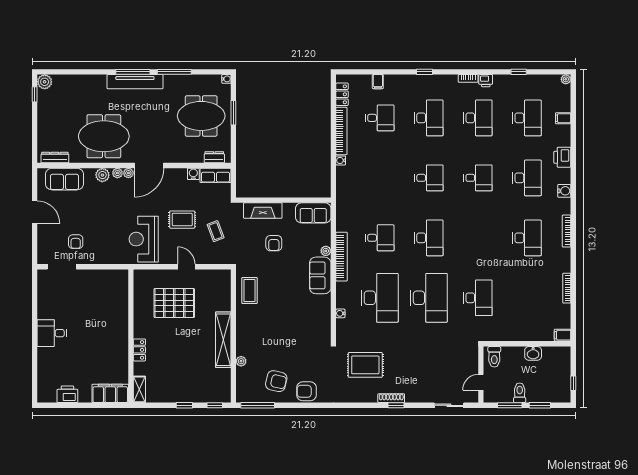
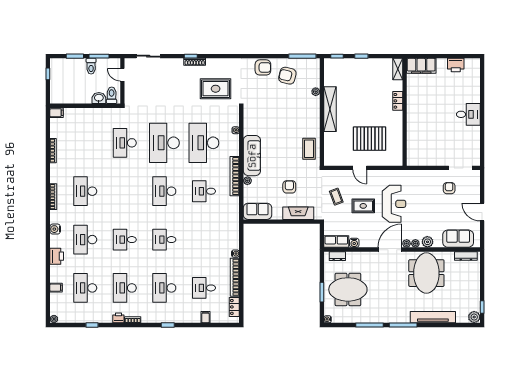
tv unit: (135, 82) -> (433, 317), moved
meeting table: (104, 136) -> (426, 273), turned 90
reception desk: (144, 239) -> (394, 204), moved
sofa: (320, 275) -> (252, 156), width x1.36
washbasin: (533, 353) -> (99, 98), moved
door: (481, 382) -> (122, 75), swing flipped

